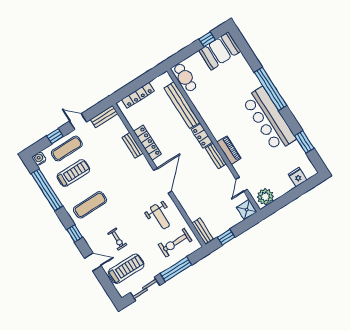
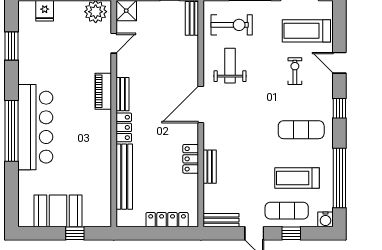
window: (207, 39) -> (75, 233), moved
booth: (220, 51) -> (58, 211), moved
cafe table: (185, 77) -> (100, 206), removed
bar counter: (269, 119) -> (35, 127), moved
locker: (147, 143) -> (191, 159), width x0.66

